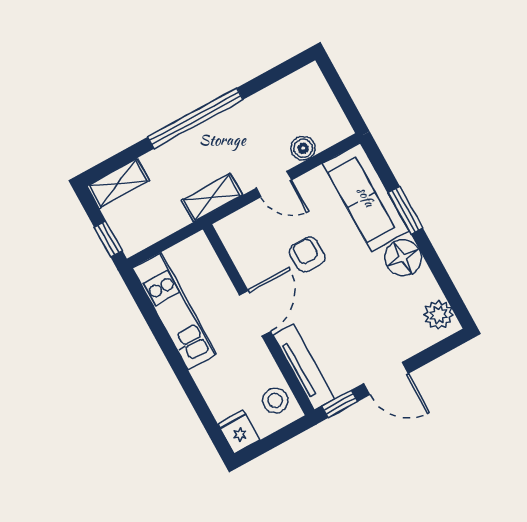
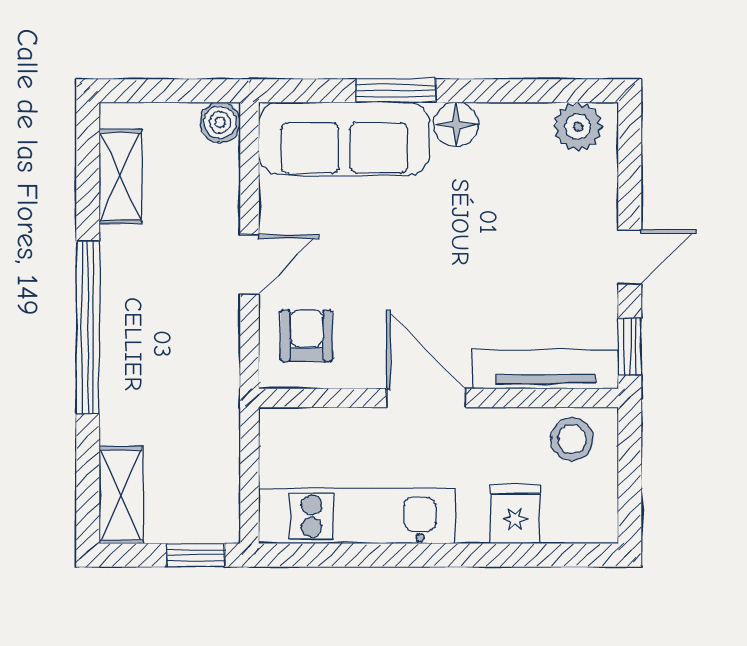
boiler: (303, 148) -> (220, 122), moved
shelving: (212, 198) -> (120, 176), moved
armchair: (307, 255) -> (307, 336), moved, turned 90
floor lamp: (403, 258) -> (456, 124), width x0.73, depth x0.73
door: (386, 379) -> (630, 257), width x0.73
fridge: (239, 432) -> (515, 514), moved, turned 90

